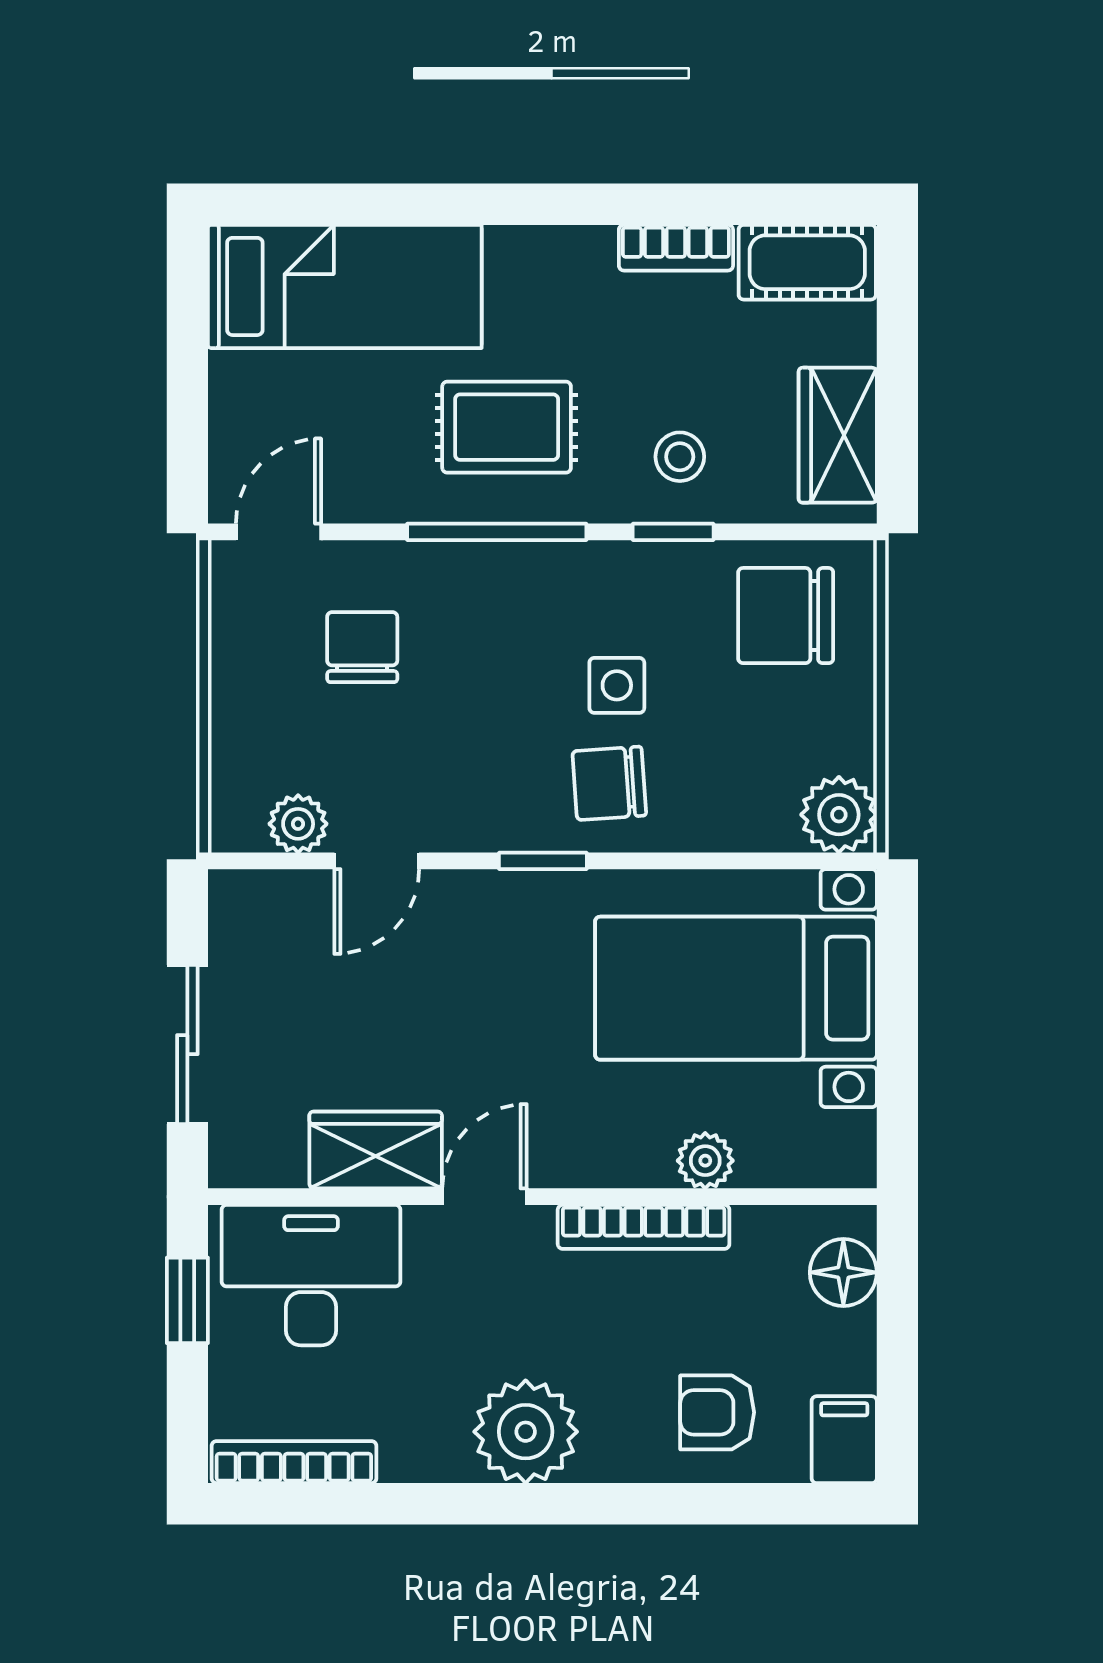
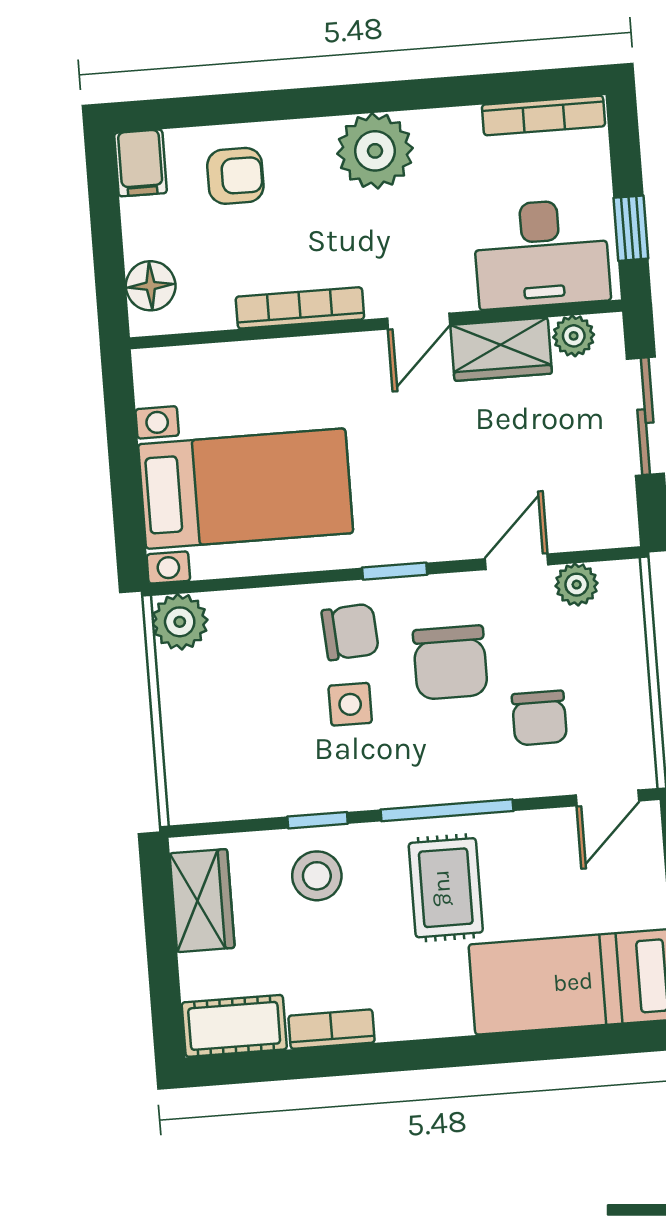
rug: (507, 427) -> (446, 888), turned 90
stool: (680, 457) -> (317, 876), width x1.37, depth x1.37
chair: (786, 616) -> (450, 662), moved, turned 90
plant: (705, 1161) -> (574, 336), moved

